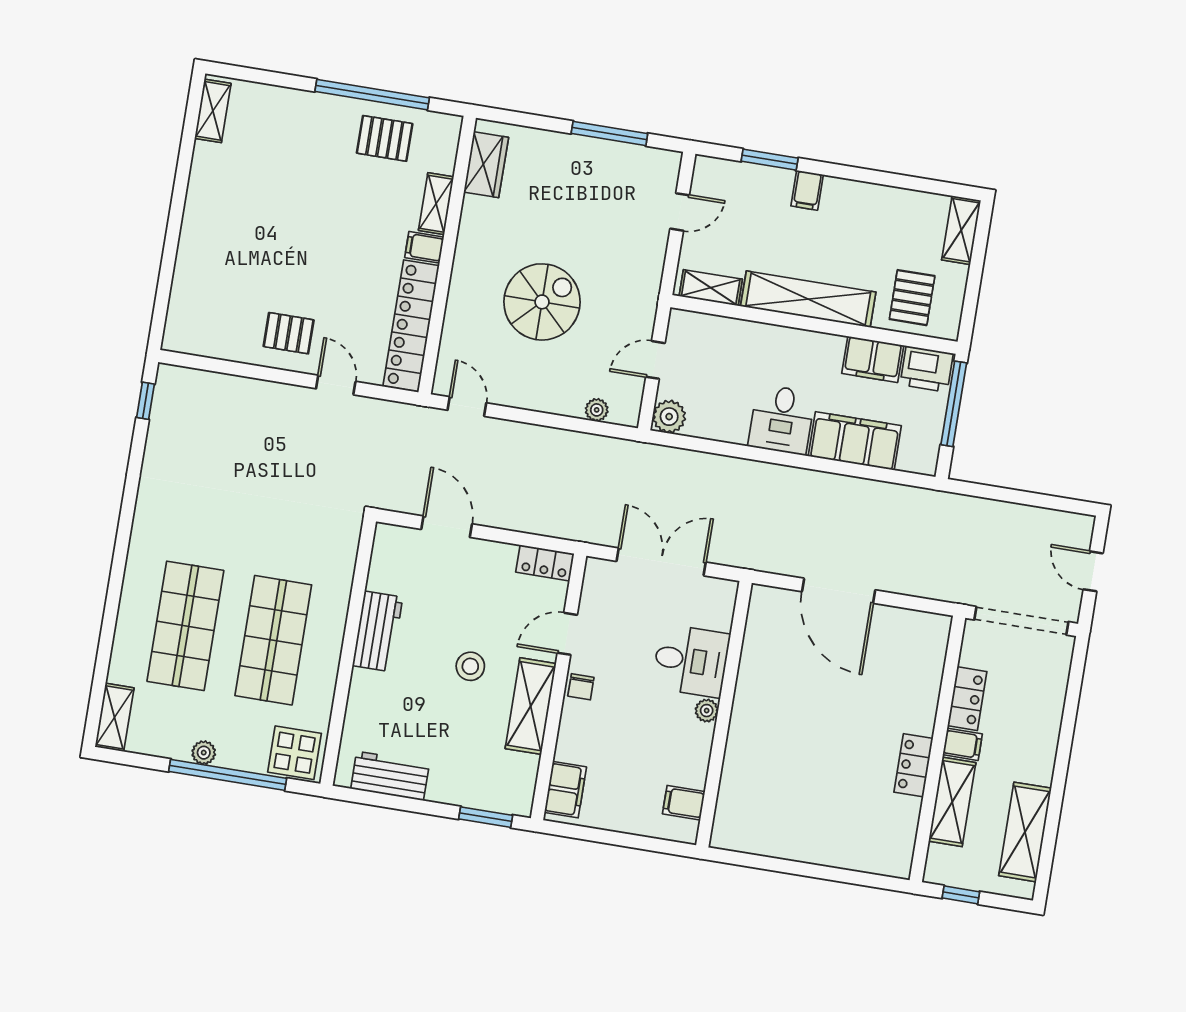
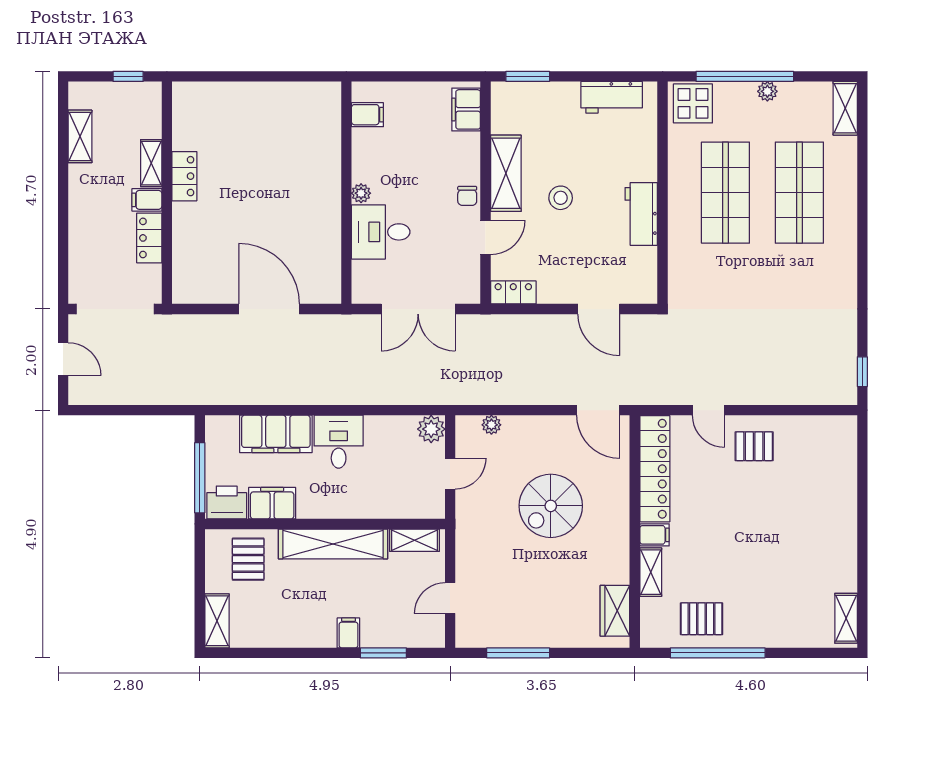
door: (467, 406) -> (598, 410), width x1.38
chair: (581, 687) -> (467, 196), turned 180
shelving: (952, 802) -> (151, 163), width x0.67, depth x0.75
shelving: (1025, 832) -> (80, 136), width x0.67, depth x0.75

